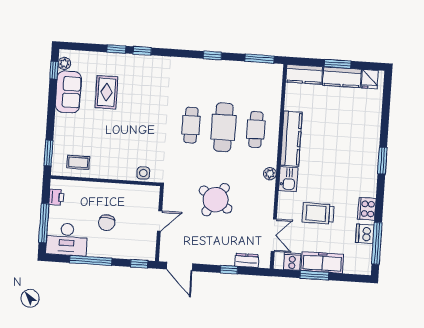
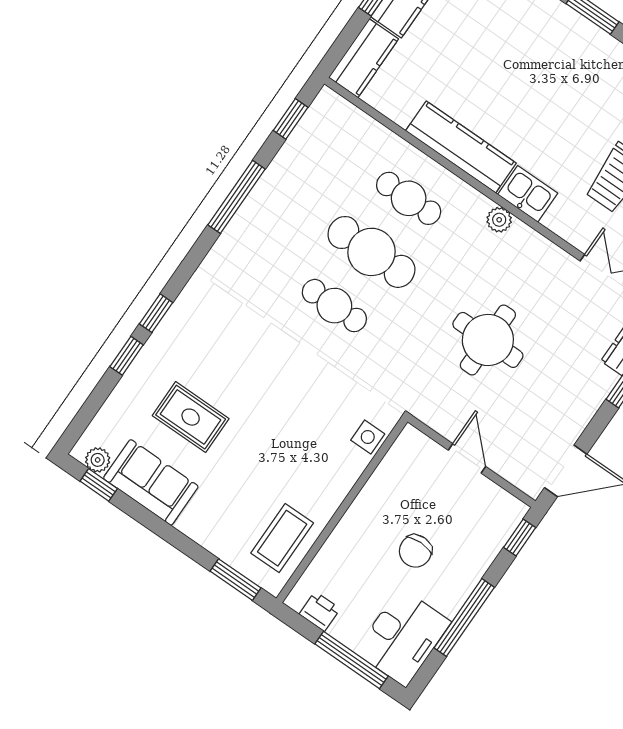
window: (212, 55) -> (237, 197), width x2.17
window: (260, 59) -> (291, 119), width x0.67
coffee table: (78, 162) -> (282, 538), width x1.36, depth x1.30
round table: (216, 200) -> (488, 340), turned -34
chair: (107, 223) -> (415, 551), turned 85

